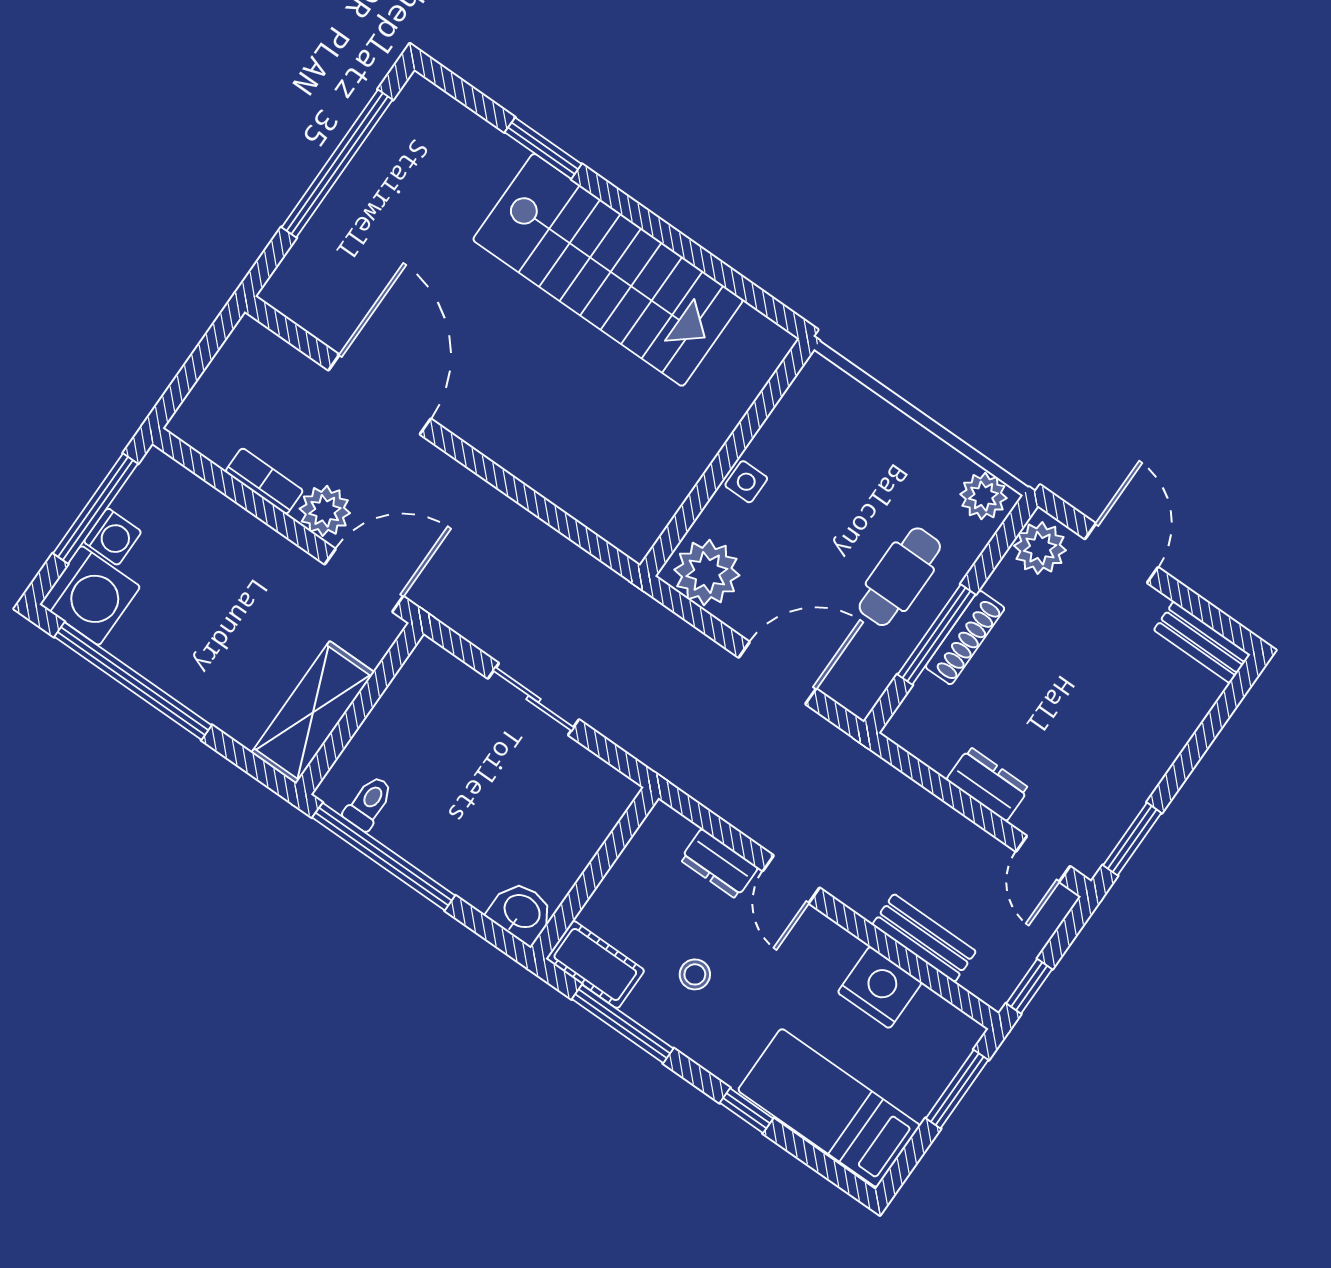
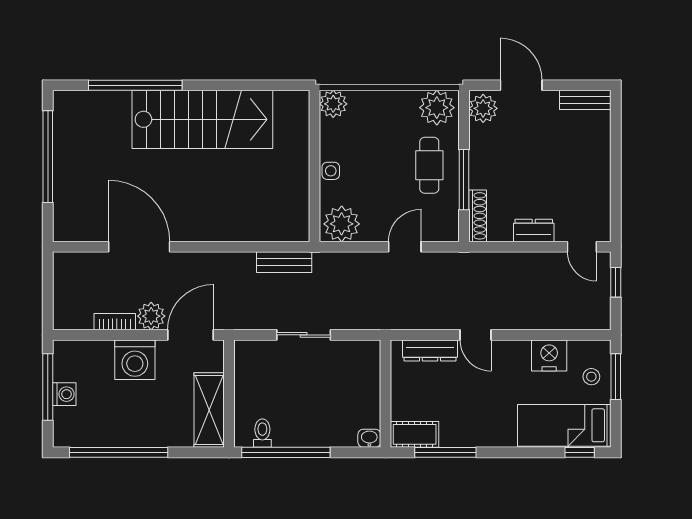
window: (543, 148) -> (135, 85), width x2.11
plant: (820, 384) -> (333, 104), added
plant: (983, 496) -> (437, 108), width x1.36, depth x1.36
washing machine: (90, 595) -> (135, 360), moved, turned 90
shoe rack: (965, 638) -> (478, 216), moved
door: (778, 673) -> (405, 247), width x0.73
window: (1132, 839) -> (616, 210), removed
dresser: (719, 864) -> (430, 350), width x1.44
washbasin: (521, 912) -> (369, 438), width x0.72, depth x0.69
bench: (924, 938) -> (284, 262), moved
stool: (695, 974) -> (591, 377), moved
window: (1029, 986) -> (616, 282), moved
window: (746, 1111) -> (580, 452), moved

